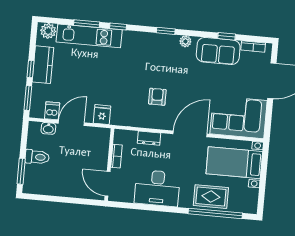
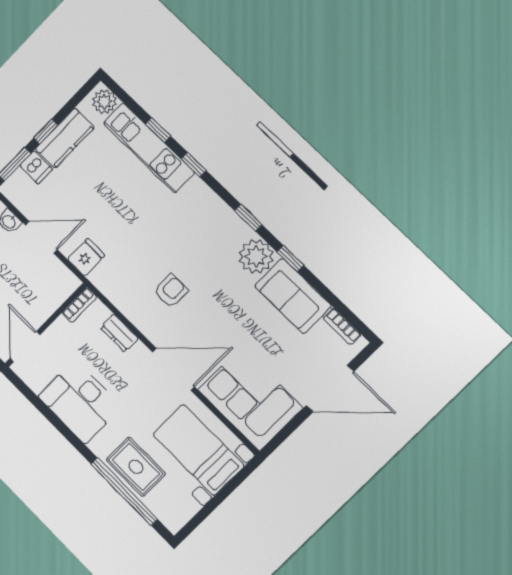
window: (87, 24) -> (158, 130), width x0.67
window: (227, 36) -> (290, 259), moved
plant: (185, 41) -> (256, 256), width x1.88, depth x1.88
dishwasher: (52, 111) -> (36, 167), moved, turned 90
bookcase: (117, 156) -> (79, 305), moved

